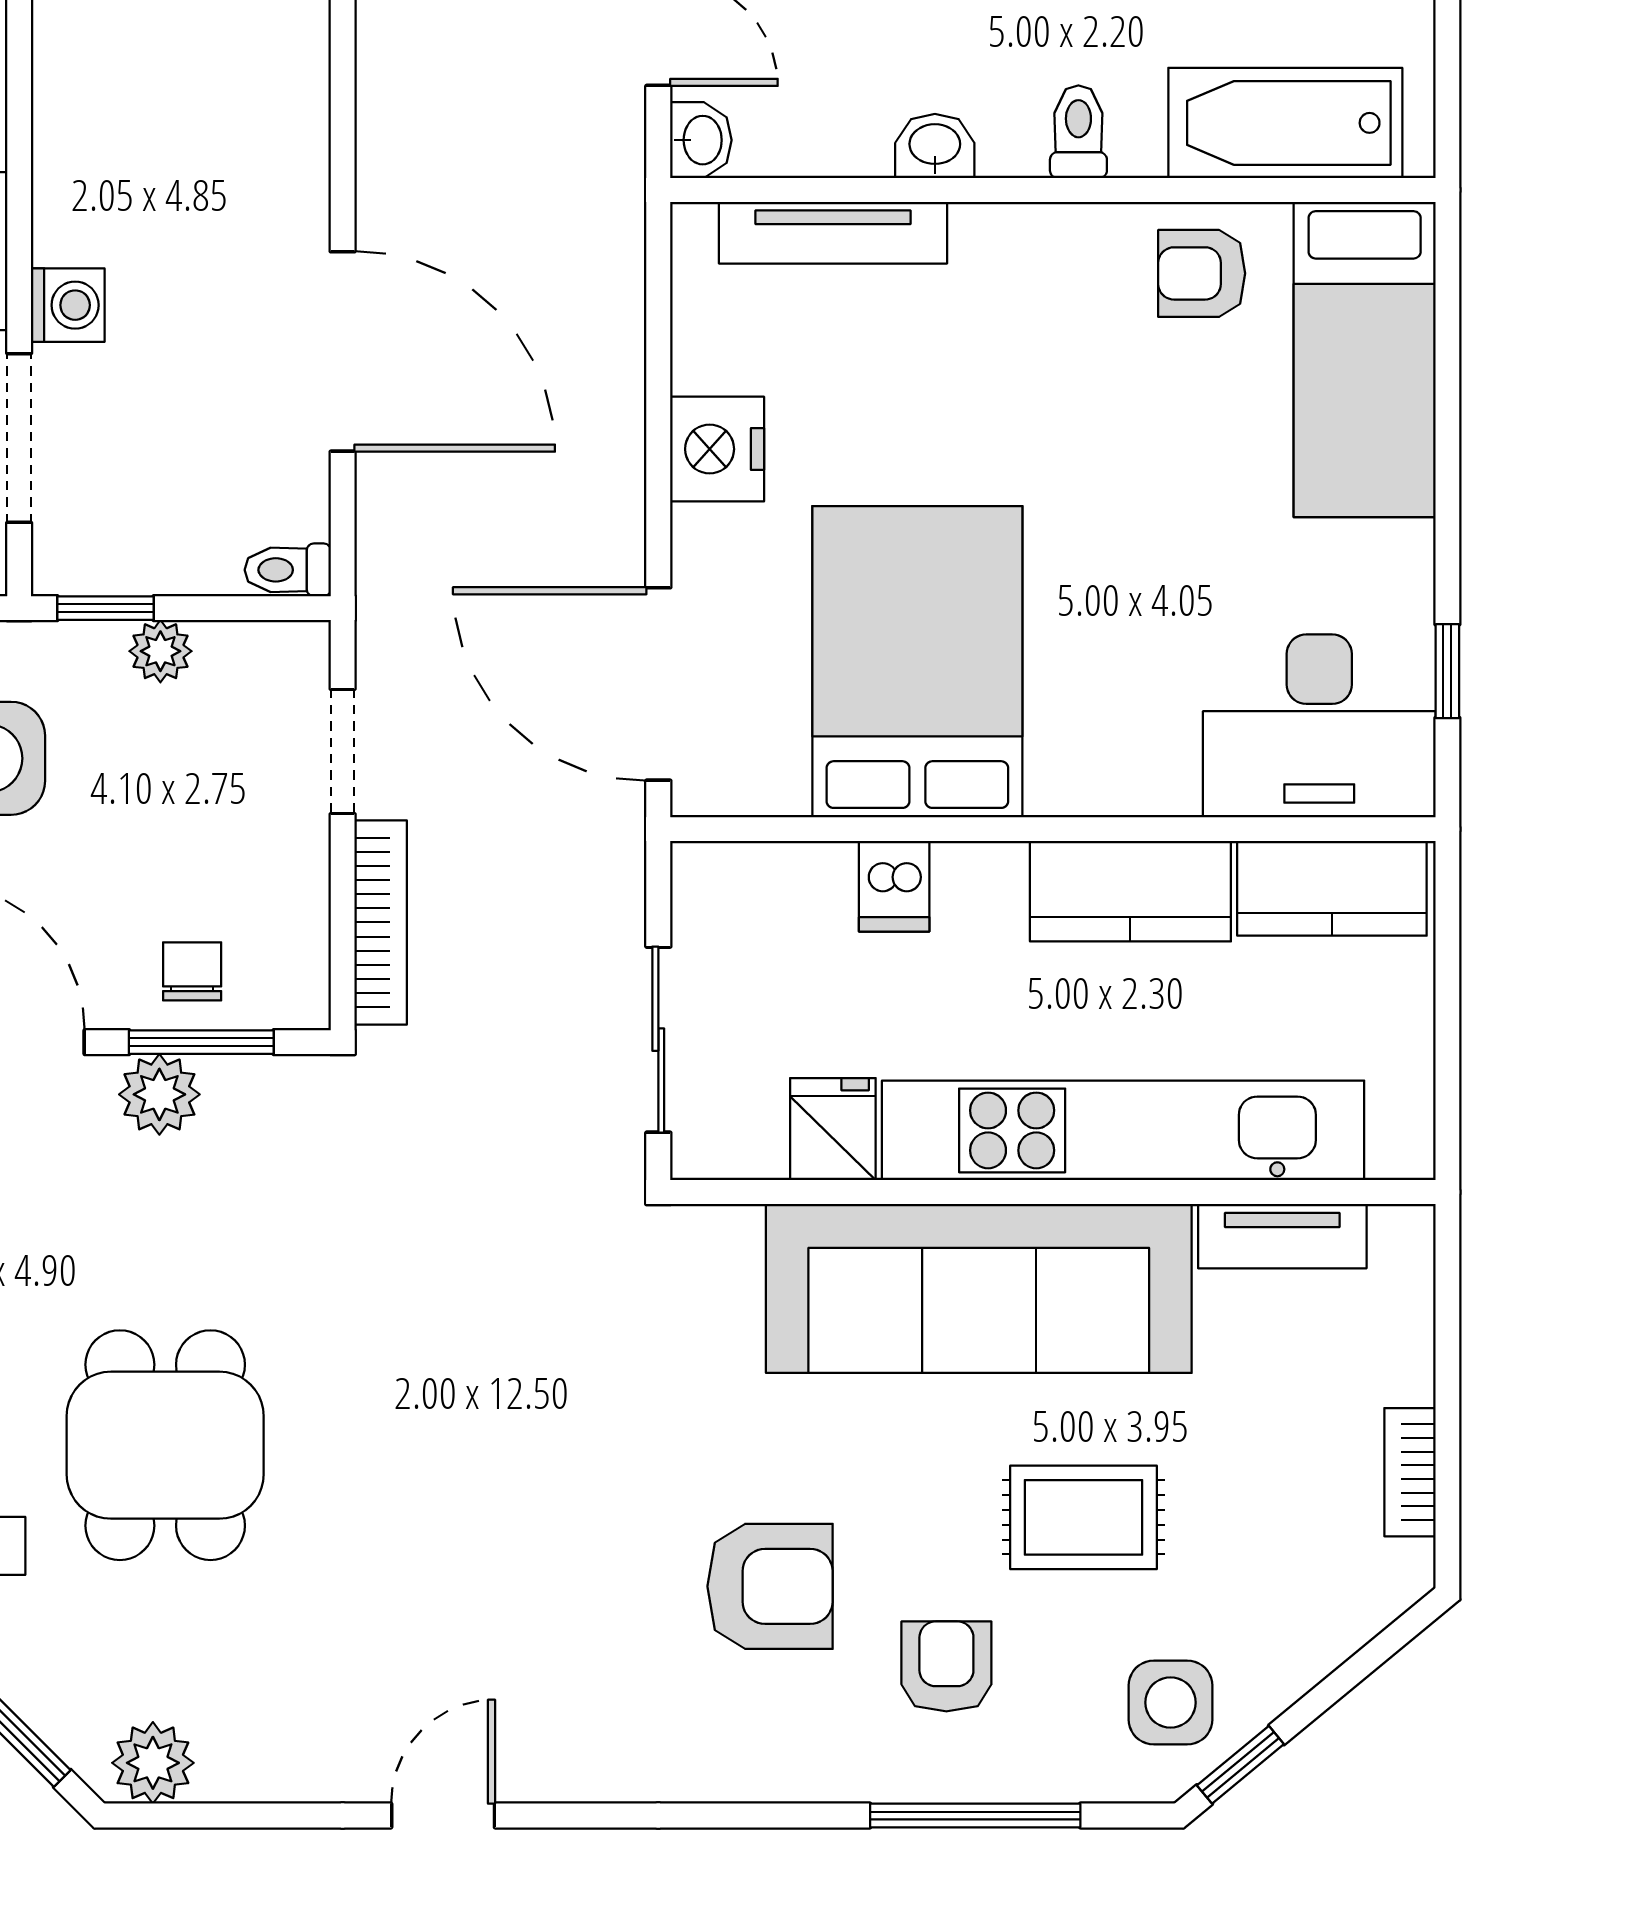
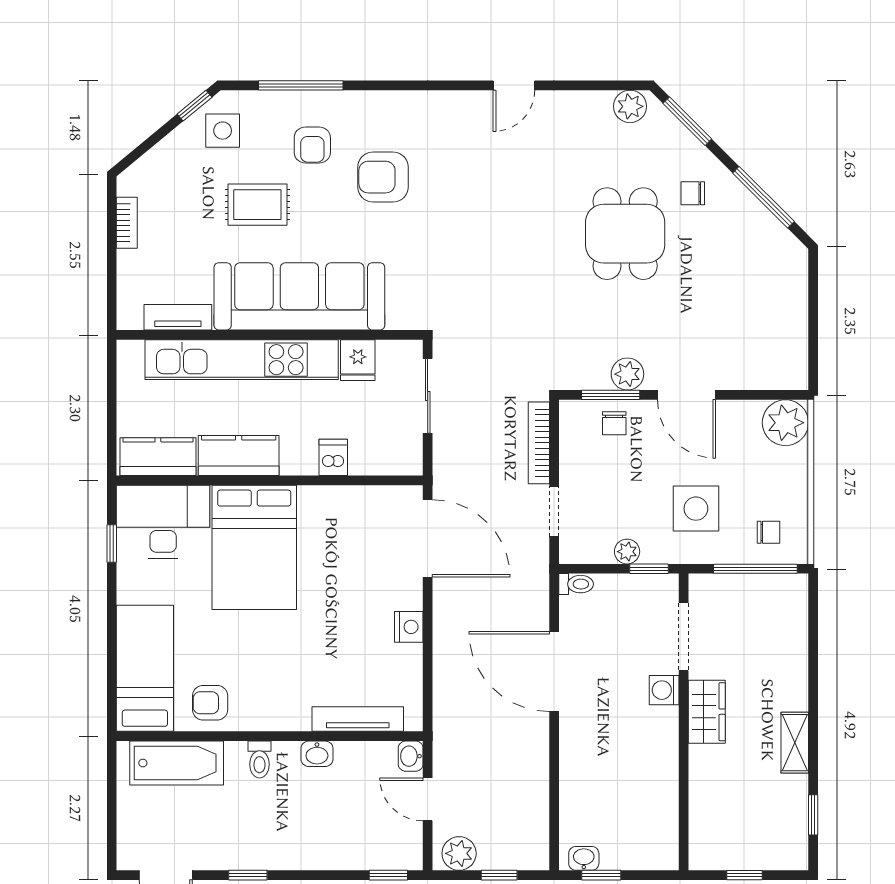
armchair: (1202, 273) -> (210, 703), turned 180
nightstand: (717, 449) -> (409, 627), width x0.74, depth x0.75
bed: (917, 662) -> (254, 547), moved

